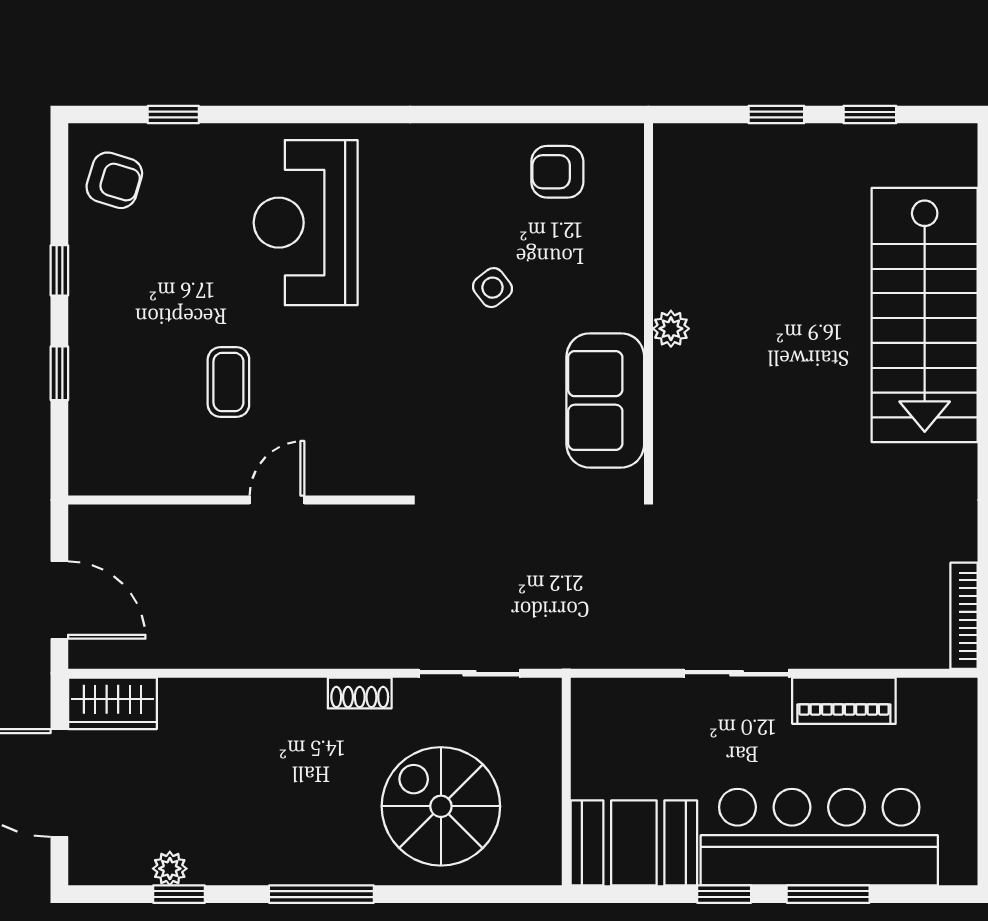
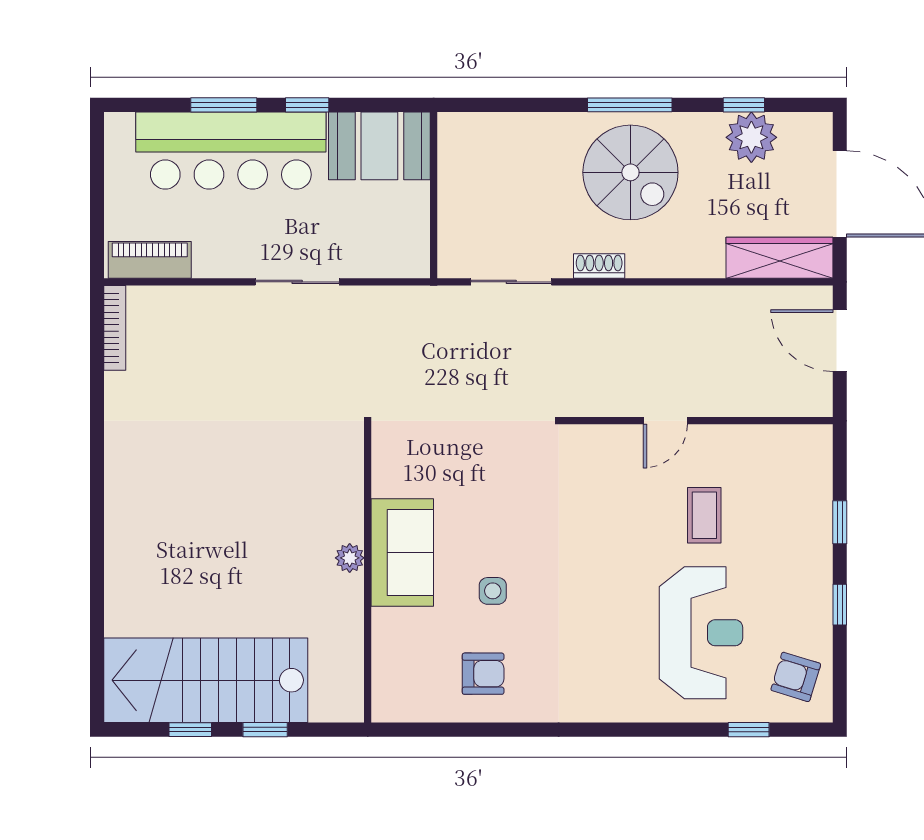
armchair: (557, 172) -> (483, 674), moved
reception desk: (306, 223) -> (701, 633), moved
side table: (492, 288) -> (493, 591), turned 38
stairs: (925, 315) -> (206, 680), moved, turned -90
sofa: (605, 400) -> (402, 553), moved
piano: (844, 701) -> (150, 260), moved
wardrobe: (112, 703) -> (779, 258), width x1.50
spiral stairs: (441, 806) -> (630, 172), moved
plant: (170, 869) -> (751, 137), width x1.88, depth x1.88

